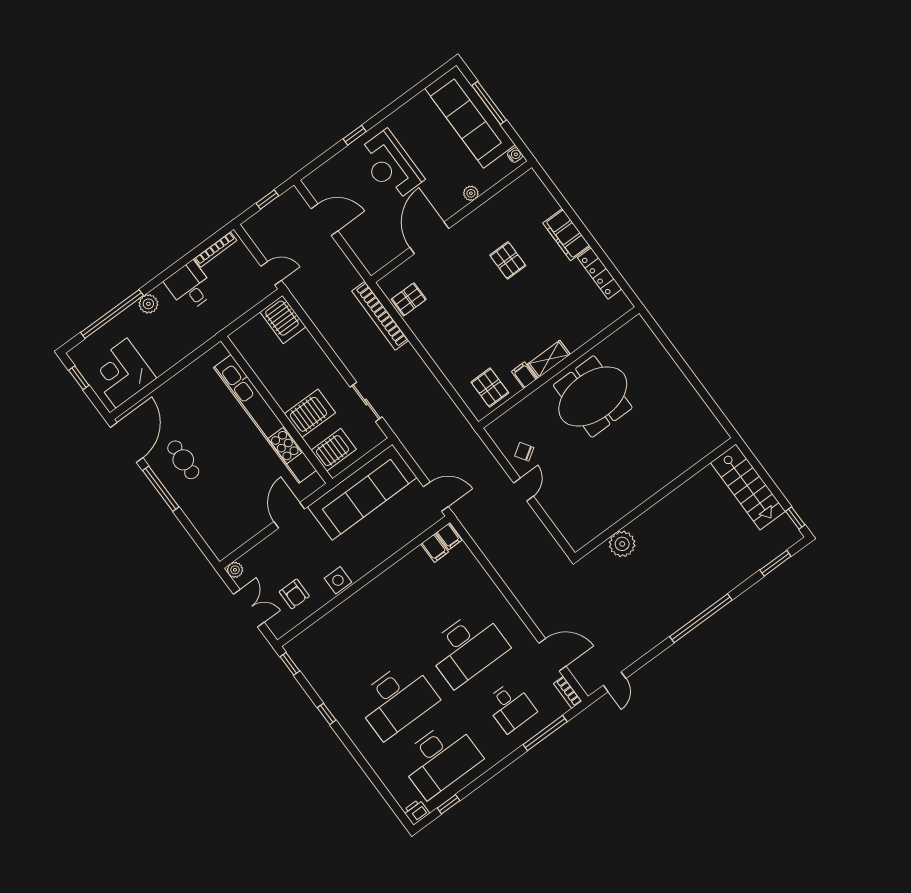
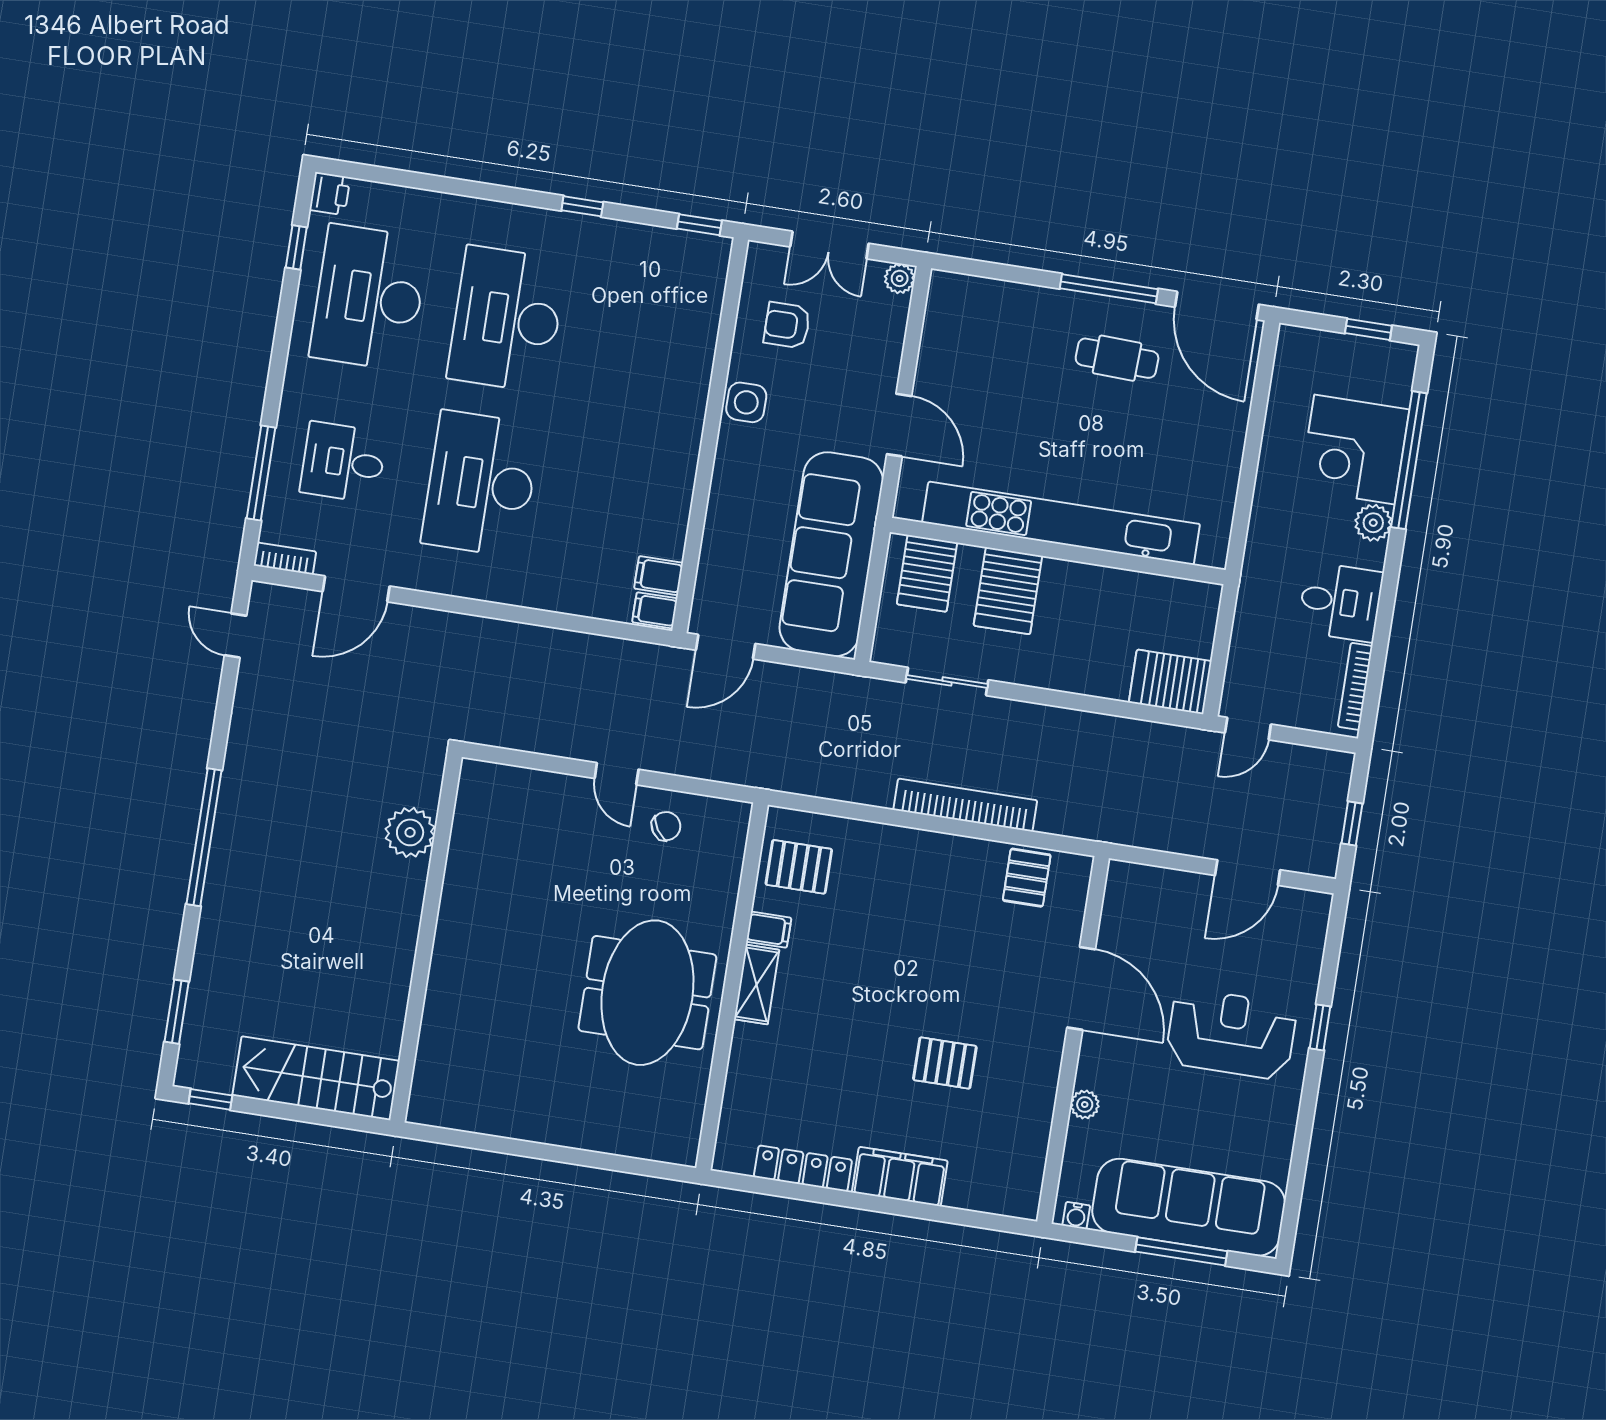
bookcase: (380, 316) -> (965, 805), moved
corner desk: (122, 373) -> (1355, 449), moved, turned 180

